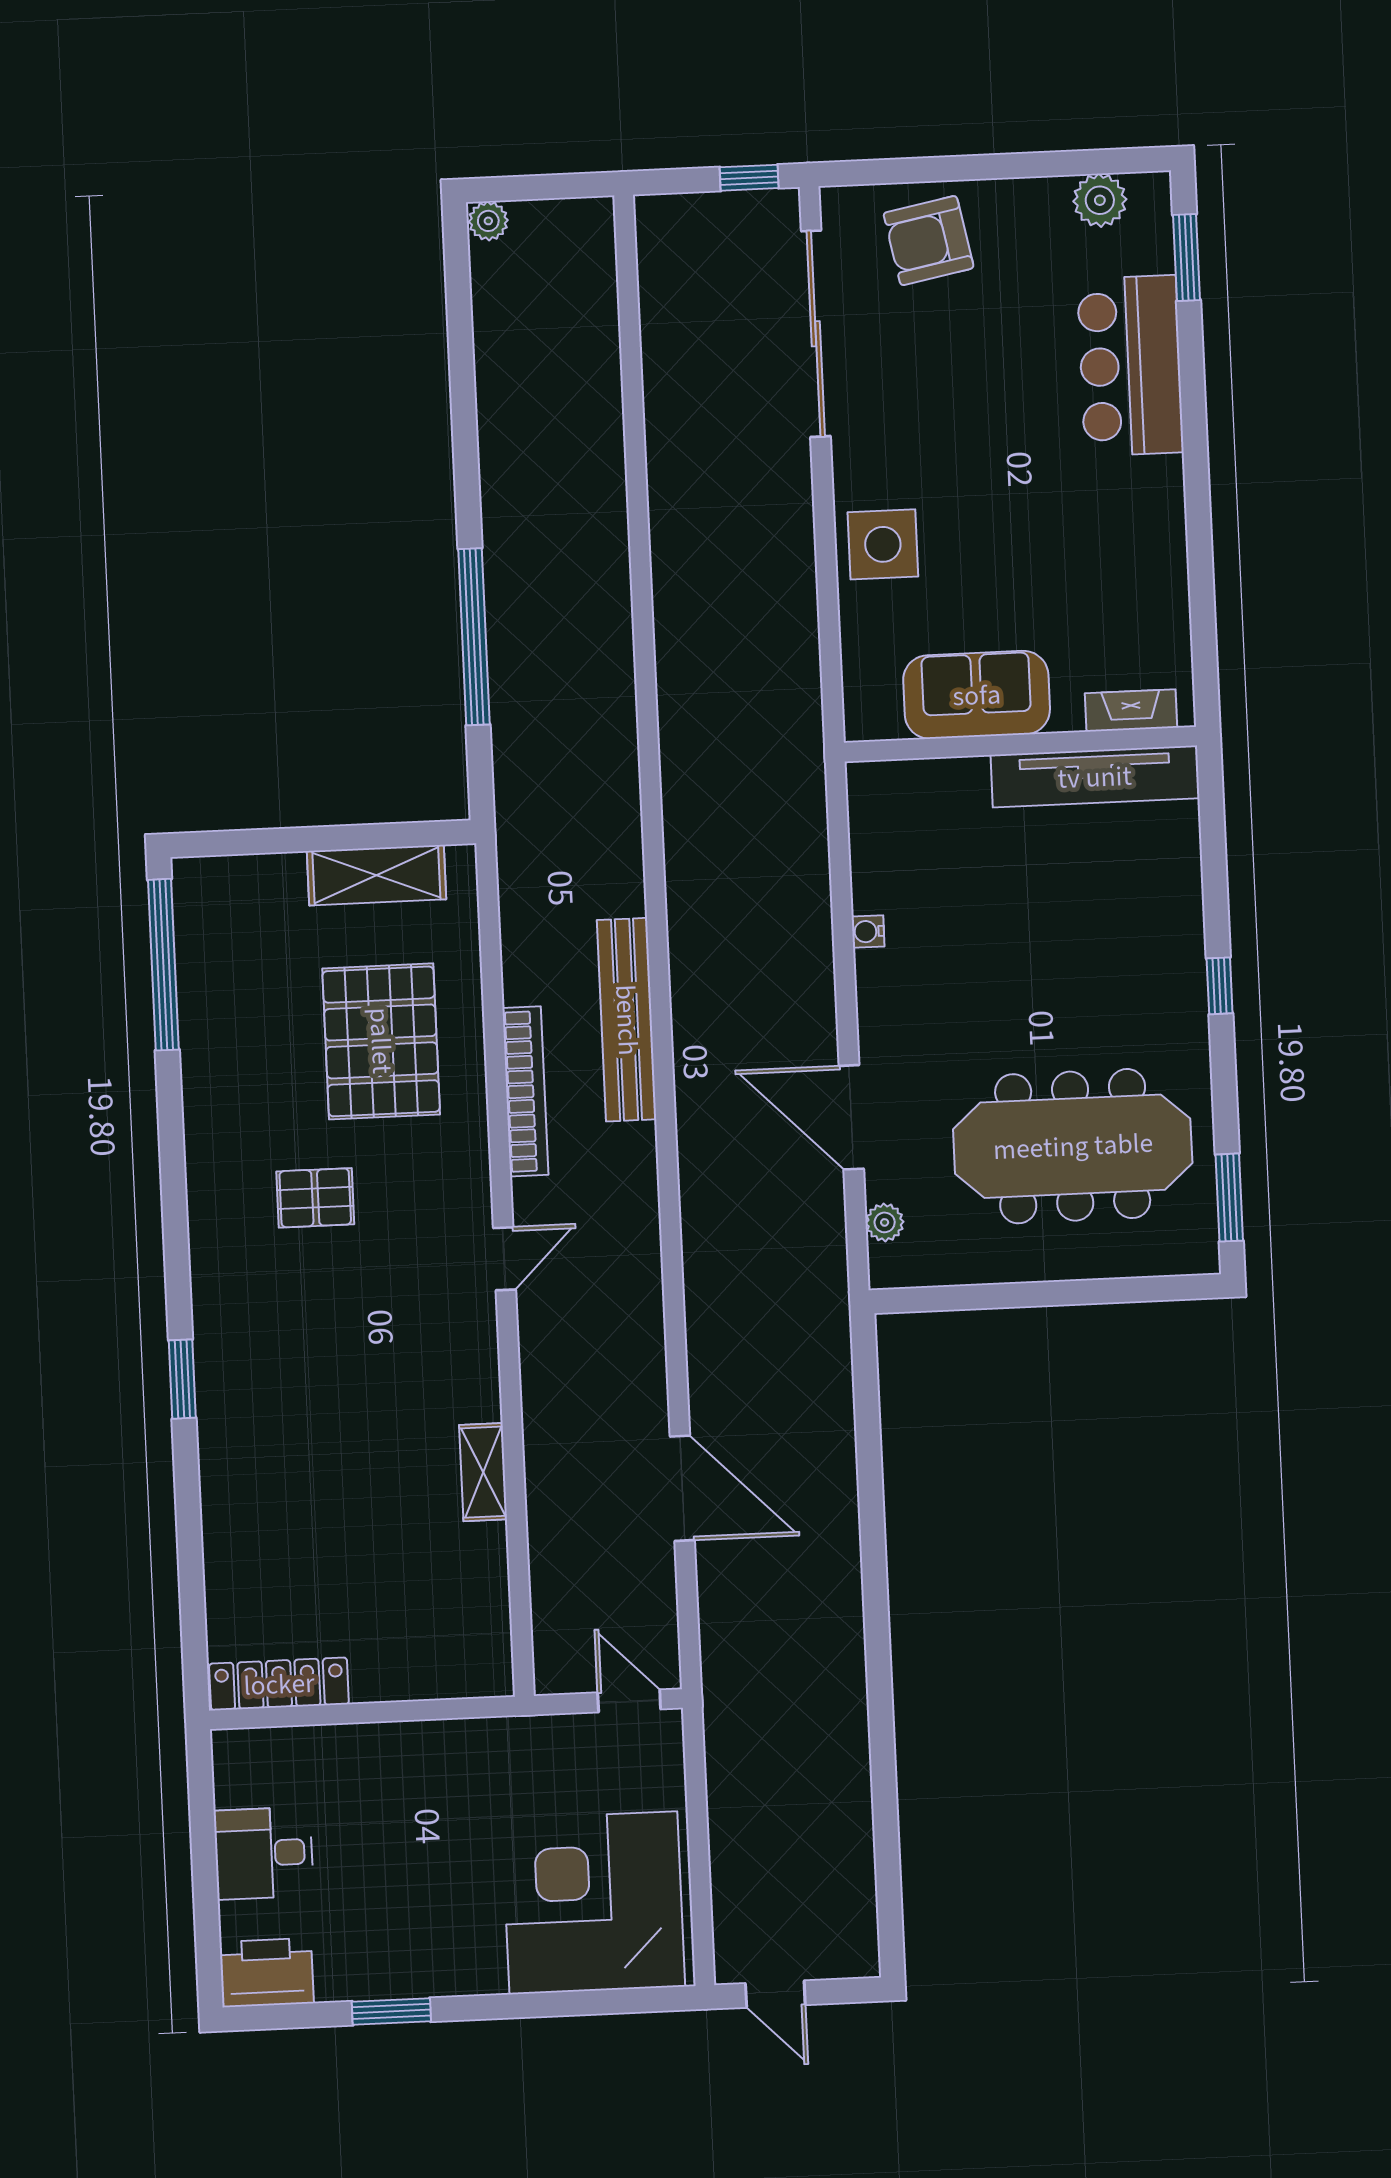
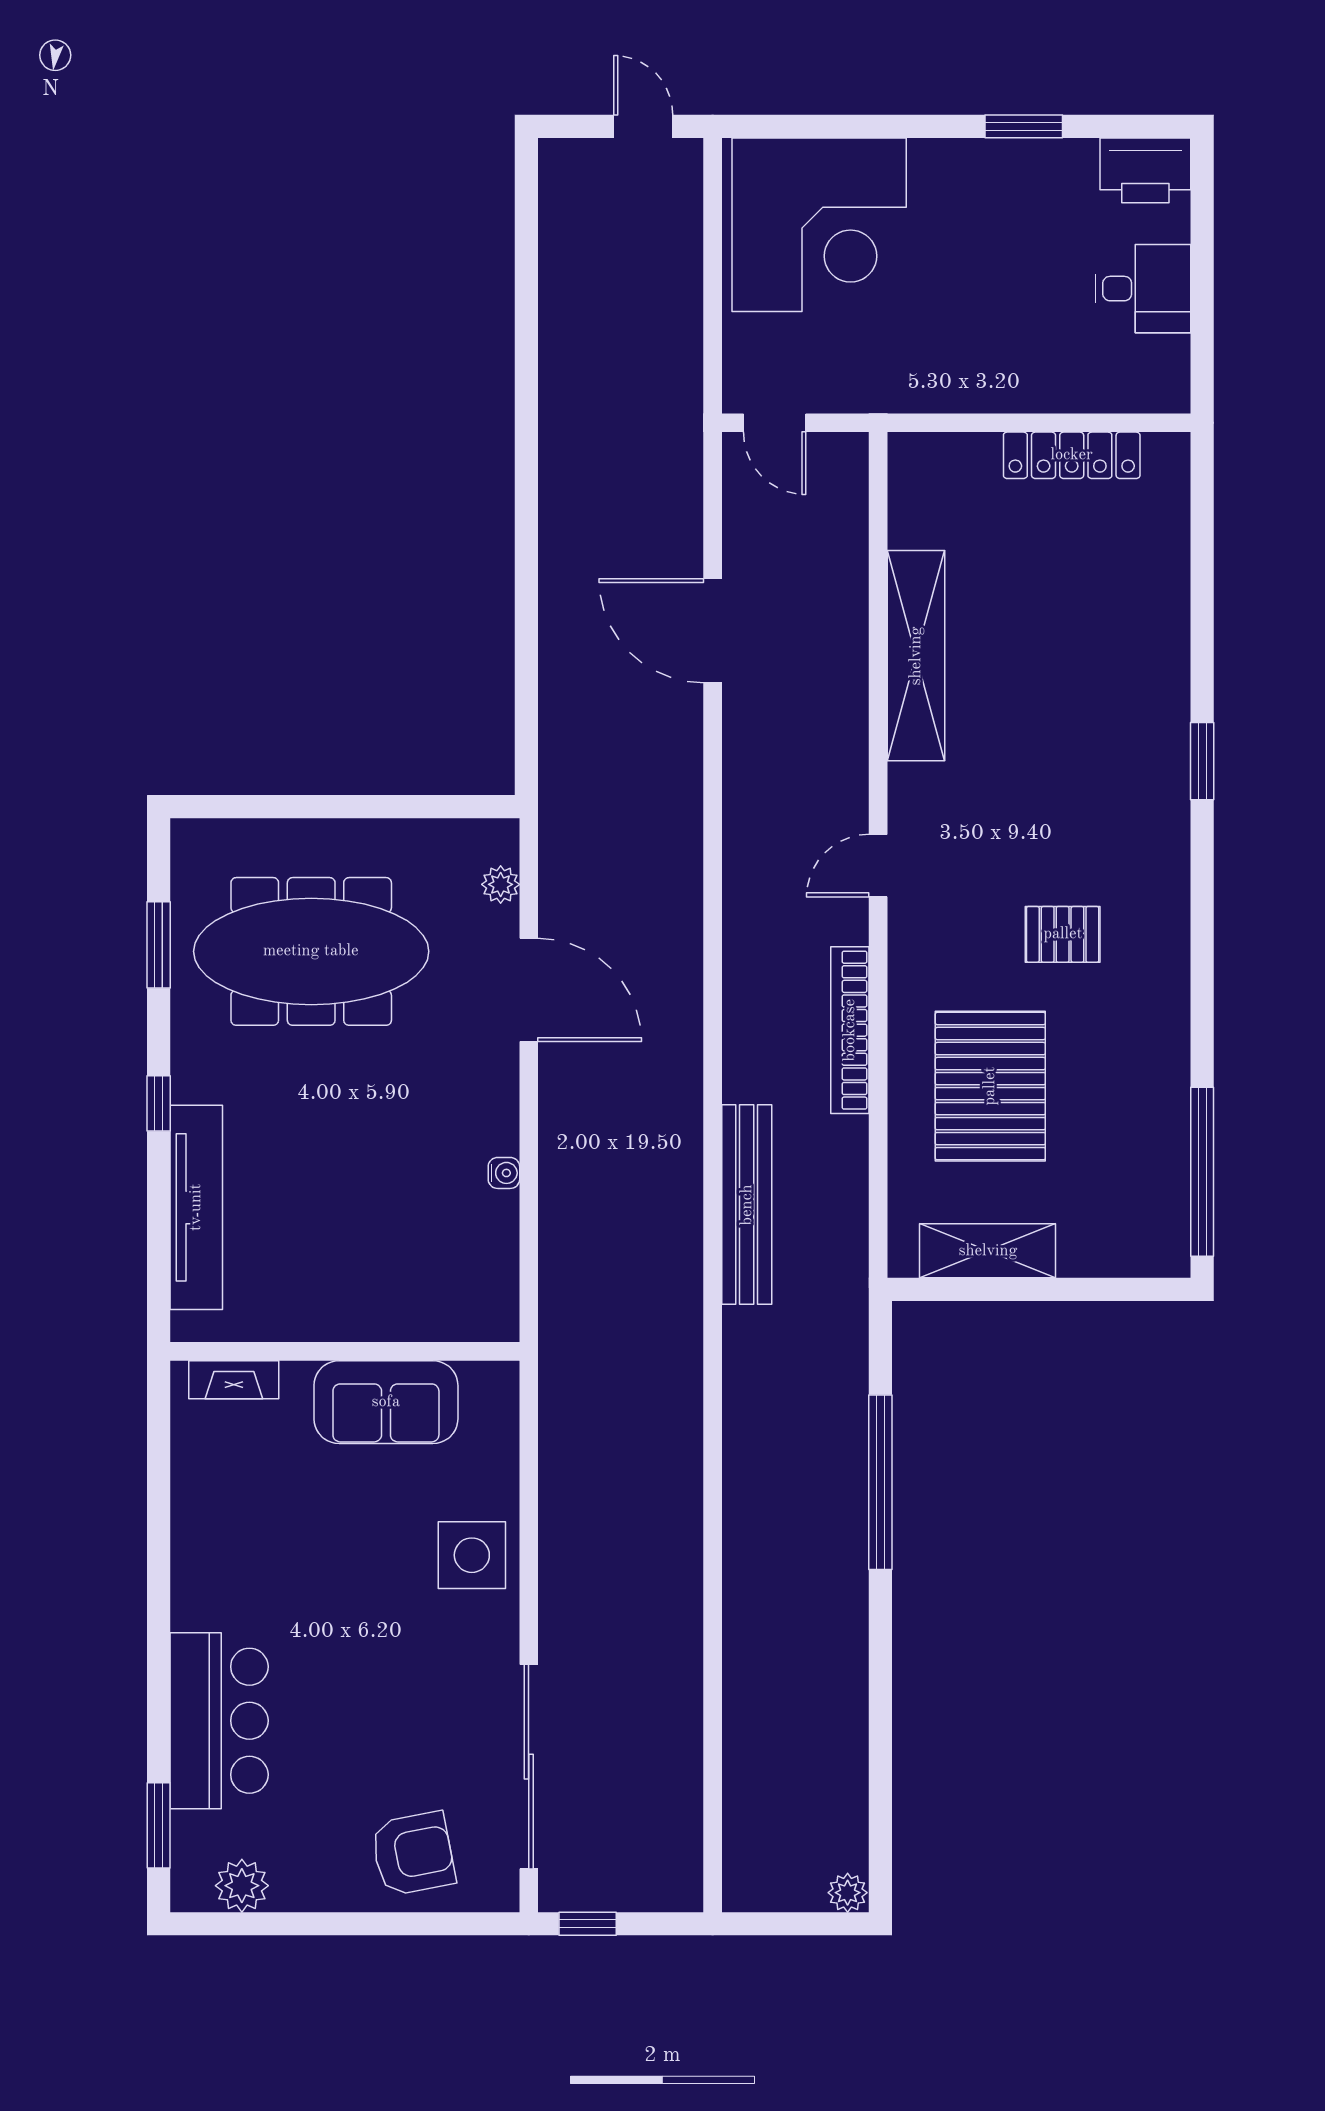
tv unit: (1095, 777) -> (196, 1207), moved, turned 90
bench: (627, 1020) -> (747, 1205), moved
window: (1229, 1198) -> (159, 945), moved
shelving: (483, 1472) -> (916, 656), width x2.20, depth x1.33
locker: (279, 1684) -> (1072, 455), moved

